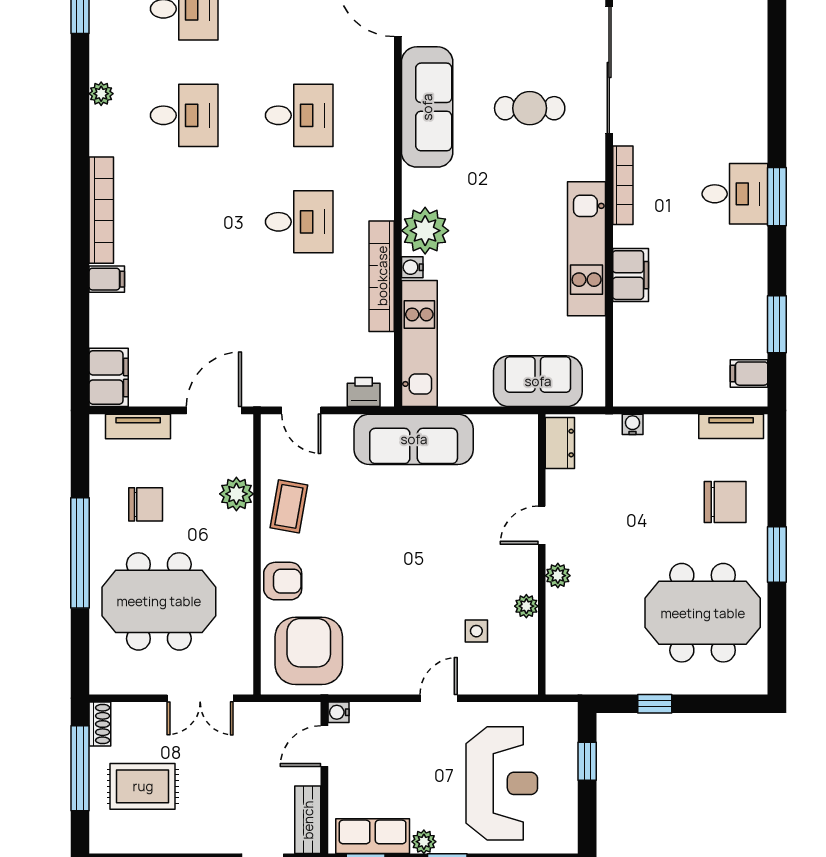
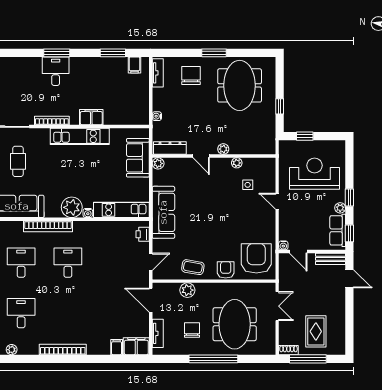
bookcase: (382, 276) -> (48, 226), moved
filing cabinet: (107, 279) -> (117, 347), moved
plant: (525, 427) -> (158, 163), added
dresser: (560, 443) -> (170, 148), width x1.44
armchair: (309, 651) -> (256, 258), turned 90

